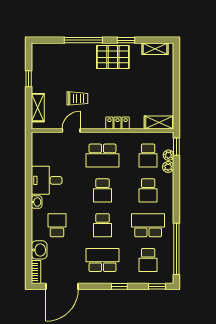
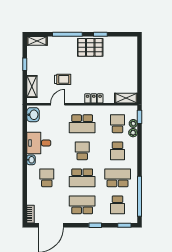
shelving: (155, 49) -> (37, 41), moved
school desk: (148, 156) -> (118, 124), turned 180
school desk: (103, 190) -> (82, 151), turned 180
school desk: (103, 225) -> (82, 178), width x1.85
washbasin: (39, 250) -> (33, 115), moved

